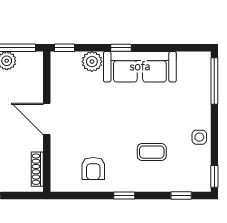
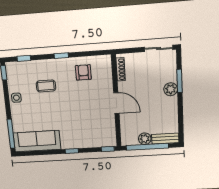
plant: (92, 62) -> (90, 141), removed
sofa: (140, 67) -> (37, 141), moved

